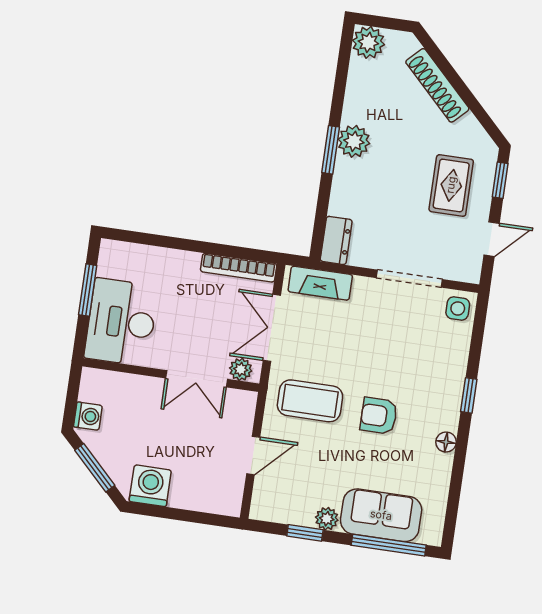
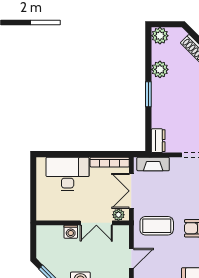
plant: (354, 141) -> (160, 69), moved
window: (88, 290) -> (33, 185), removed
desk: (121, 322) -> (68, 174), moved, turned 90
washing machine: (88, 416) -> (71, 232), moved, turned 90

